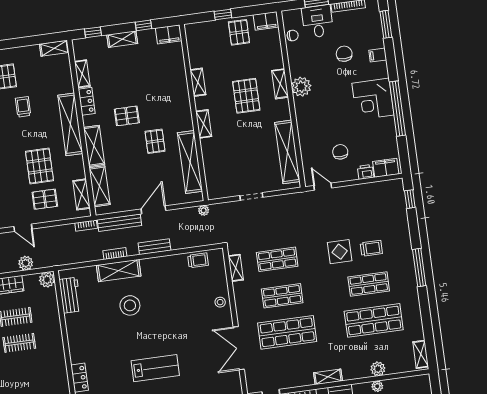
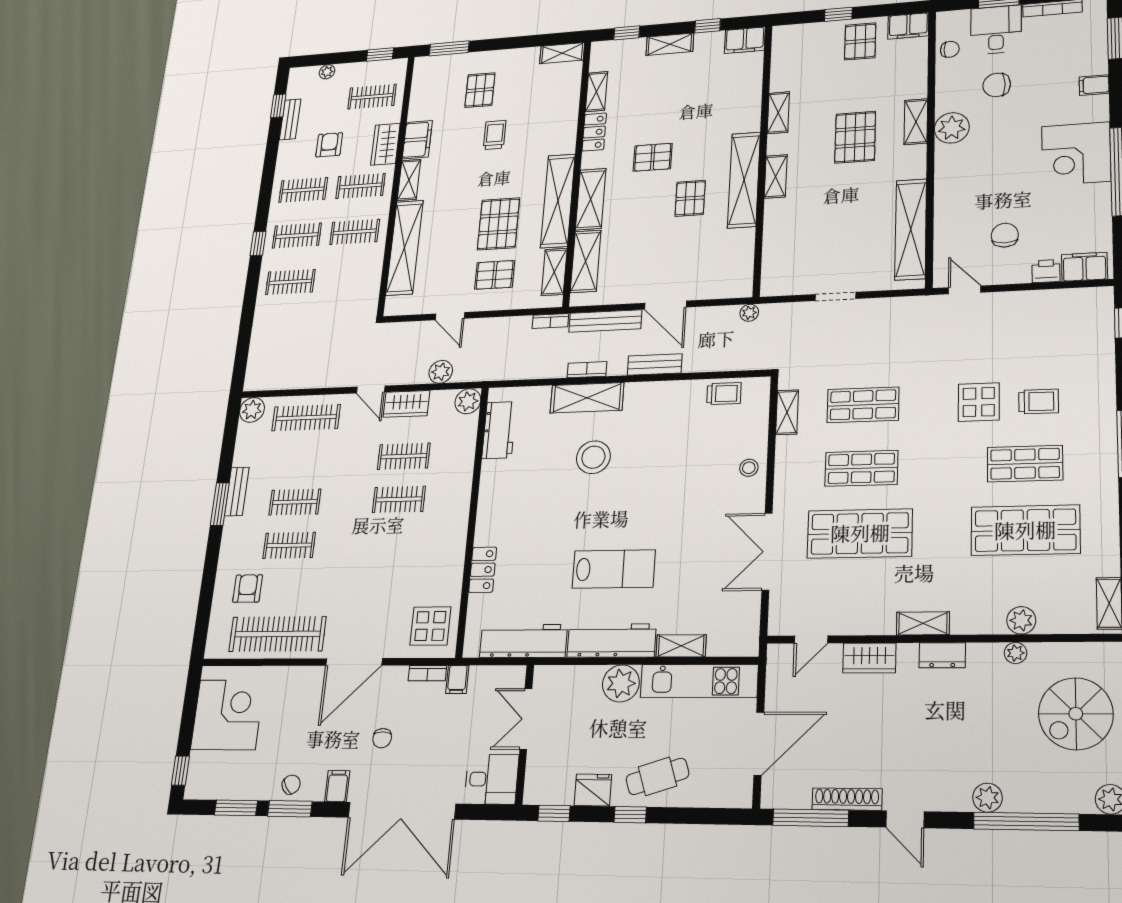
chair: (344, 54) -> (997, 85), moved, turned -90
shelving: (70, 124) -> (558, 201), moved
shelving: (190, 162) -> (744, 180), moved
door: (153, 210) -> (665, 305), swing flipped

